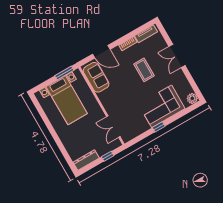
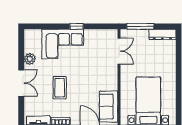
plant: (192, 98) -> (30, 59), moved
window: (108, 156) -> (140, 26), width x2.17

